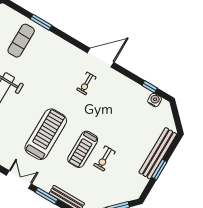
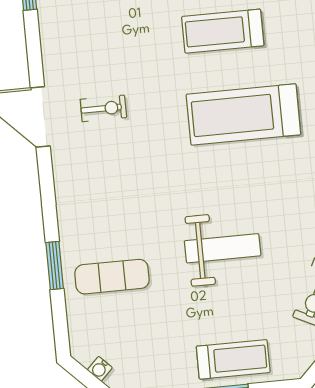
treadmill: (83, 149) -> (223, 31), turned 180

